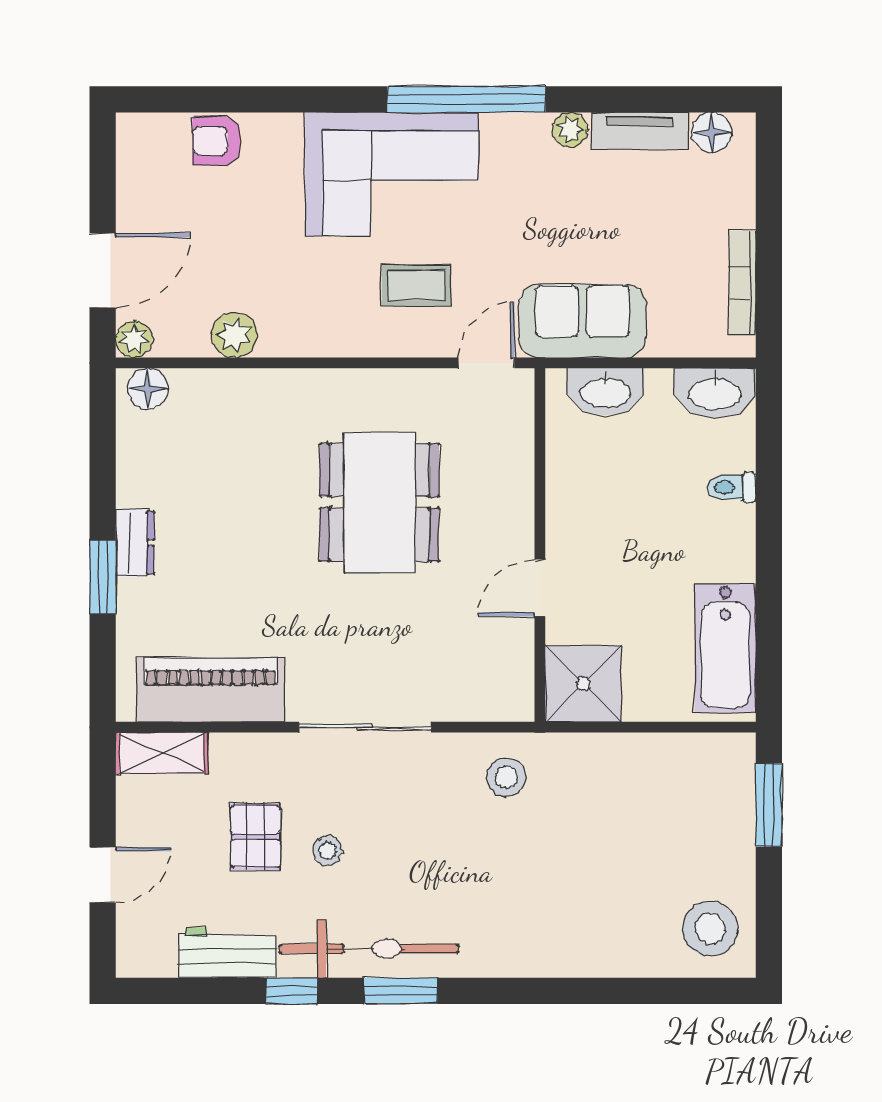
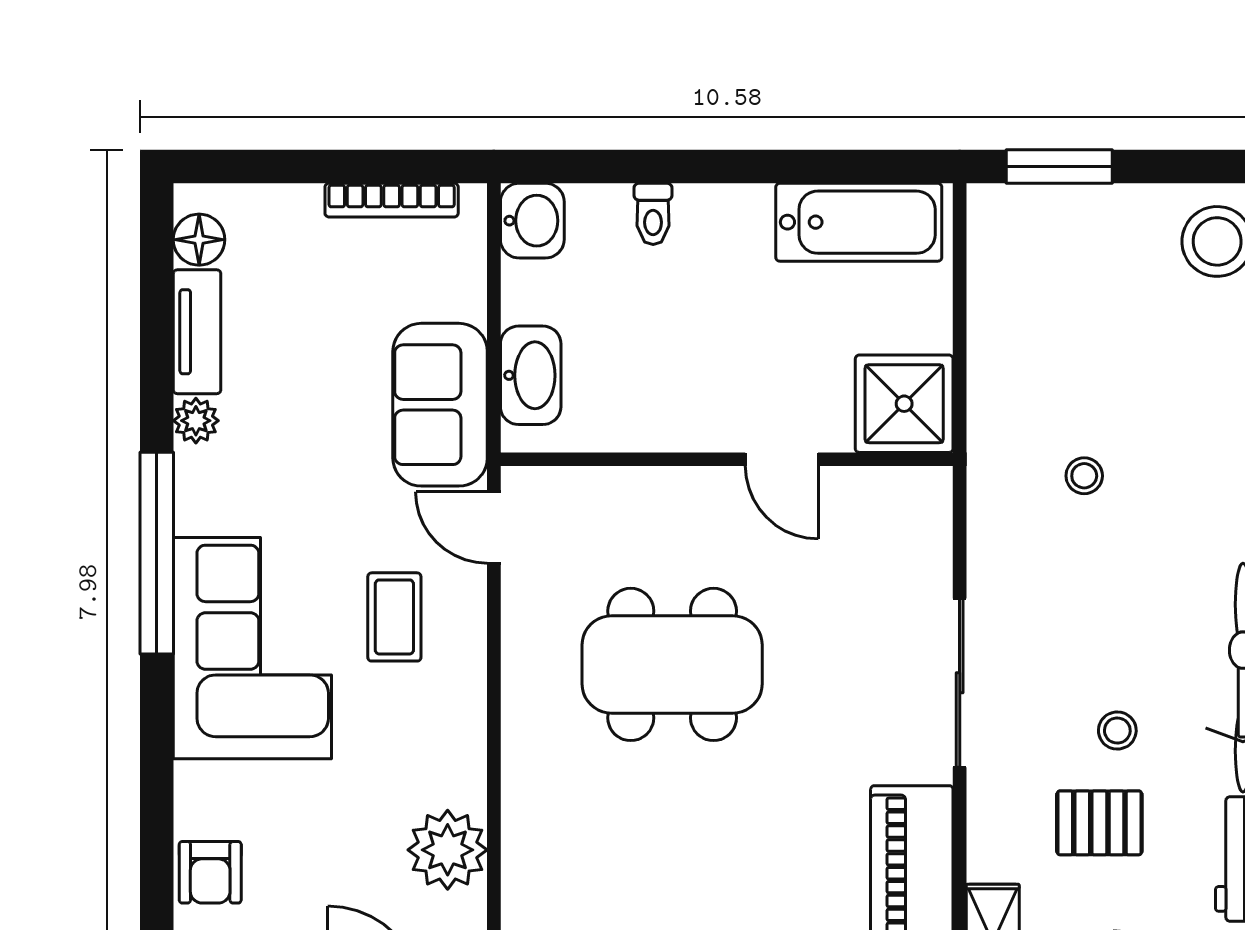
plant: (234, 335) -> (448, 850), width x1.36, depth x1.36
washbasin: (715, 393) -> (532, 221), width x0.72
stool: (506, 777) -> (1084, 476), moved, width x0.73, depth x0.73

